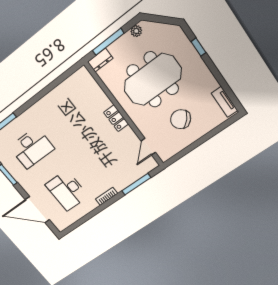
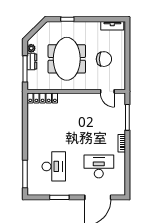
dresser: (100, 60) -> (32, 62), moved
locker: (116, 118) -> (43, 98), moved, width x1.53
chair: (181, 119) -> (104, 59), turned -130
desk: (67, 191) -> (99, 166), turned 180

